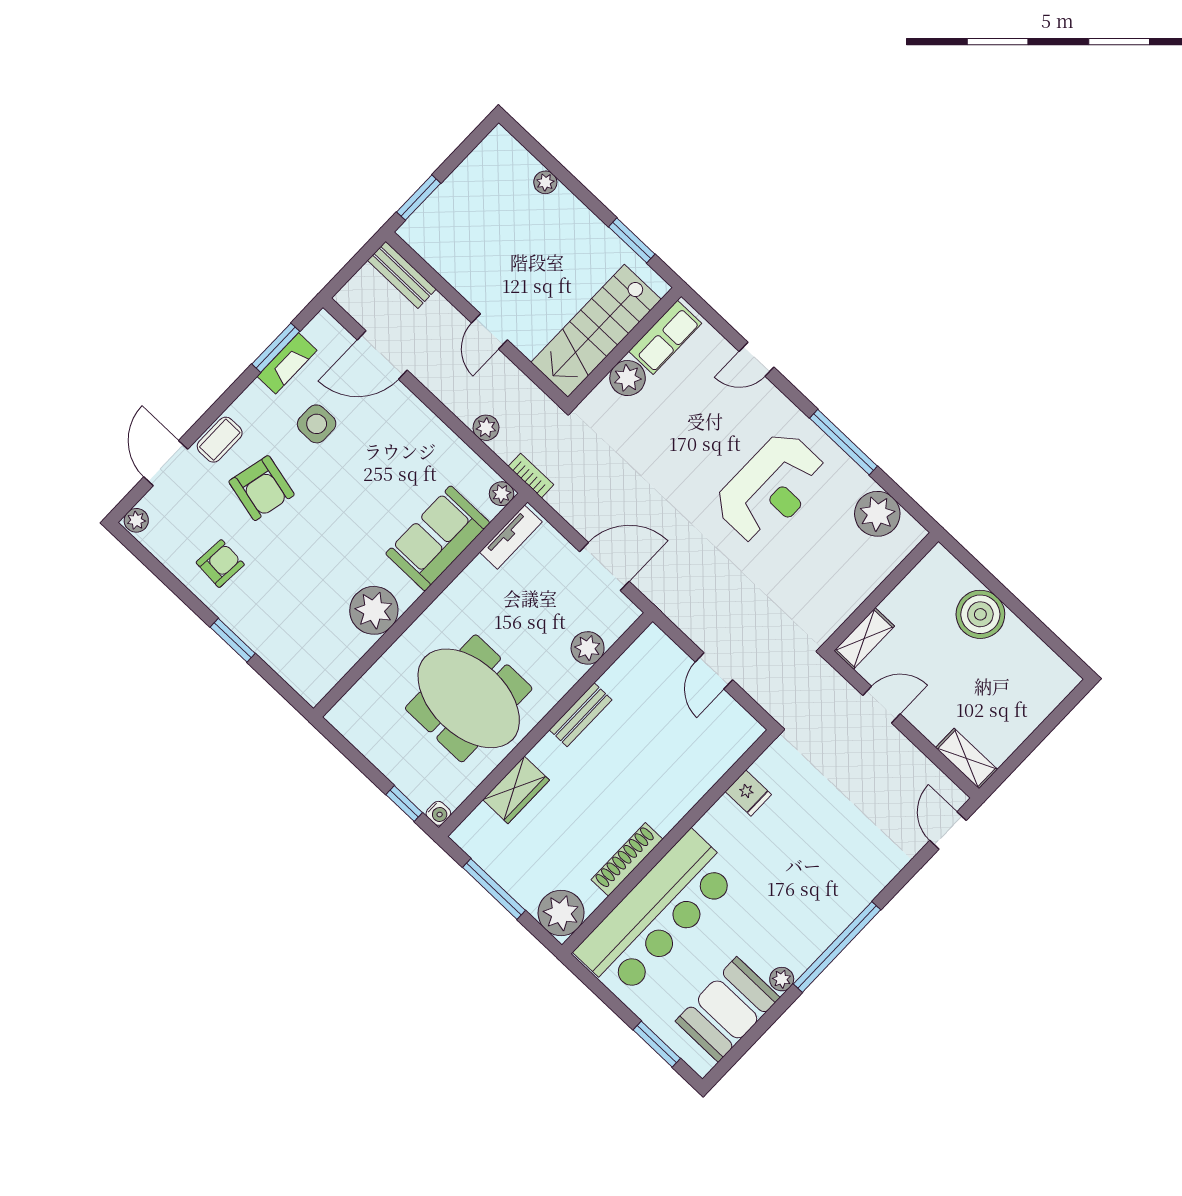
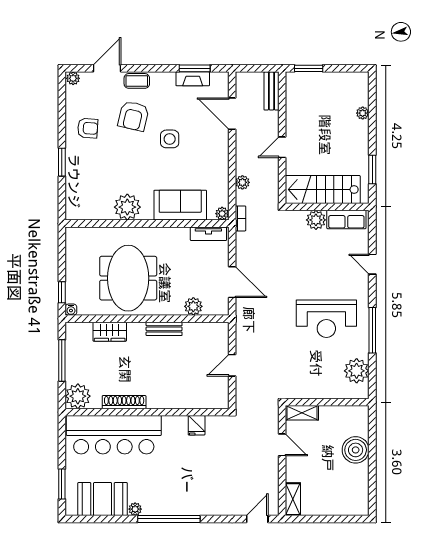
side table: (317, 424) -> (170, 139), moved

